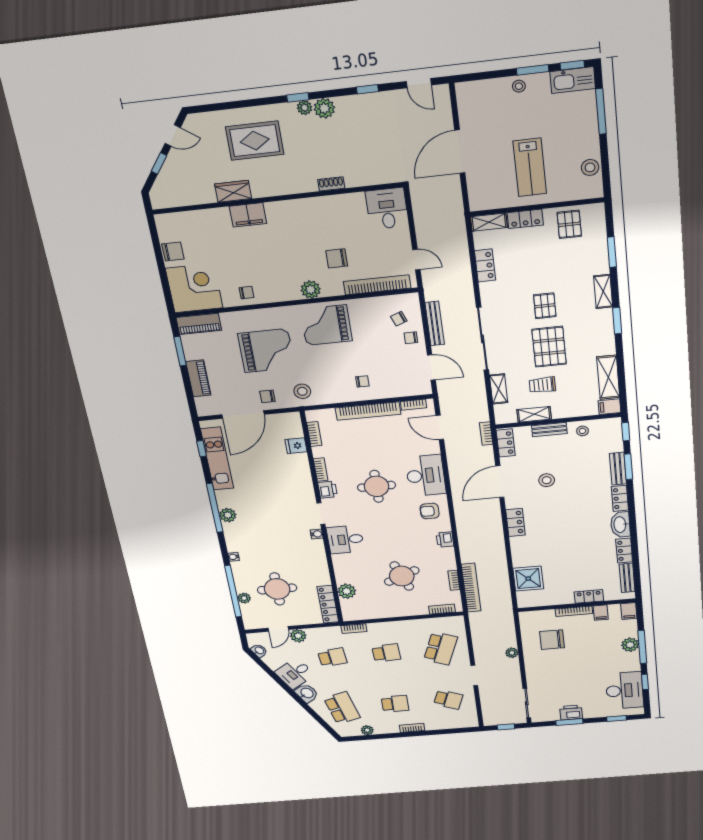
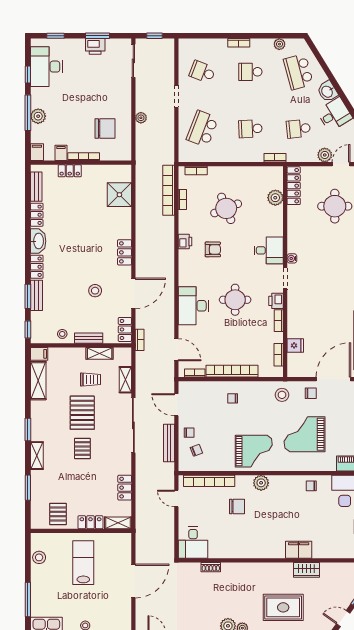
shoe rack: (331, 184) -> (211, 567), moved
armchair: (430, 511) -> (213, 249), moved

